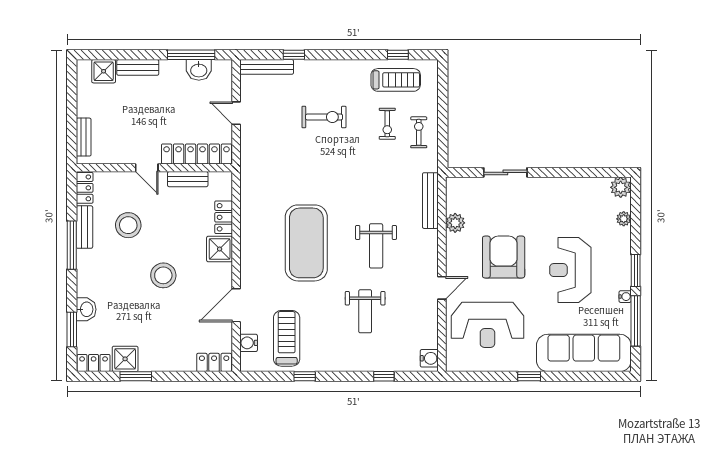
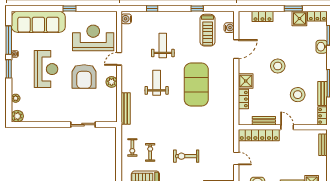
plant: (455, 223) -> (112, 82), moved
locker: (214, 362) -> (262, 16), moved

